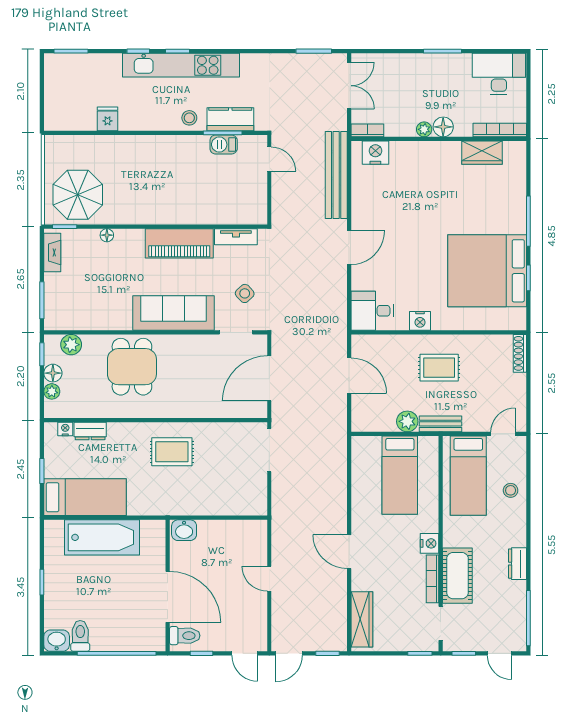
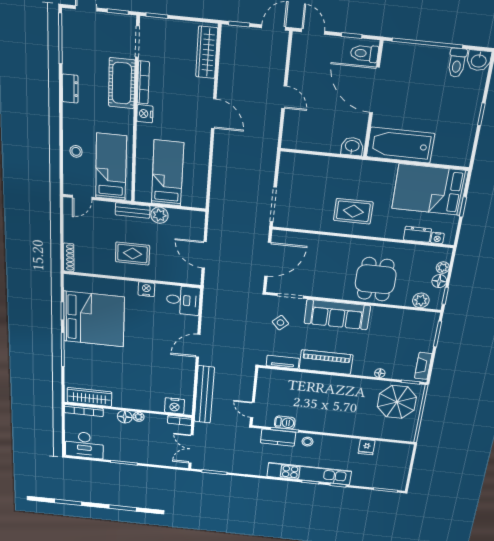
wardrobe: (482, 153) -> (89, 397), width x1.50
bed: (85, 497) -> (430, 190), width x1.50
bathtub: (102, 537) -> (400, 145), moved

